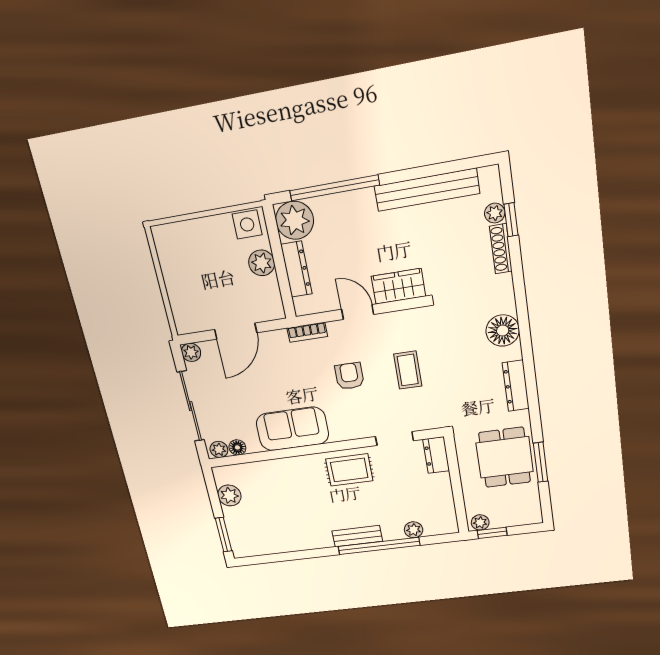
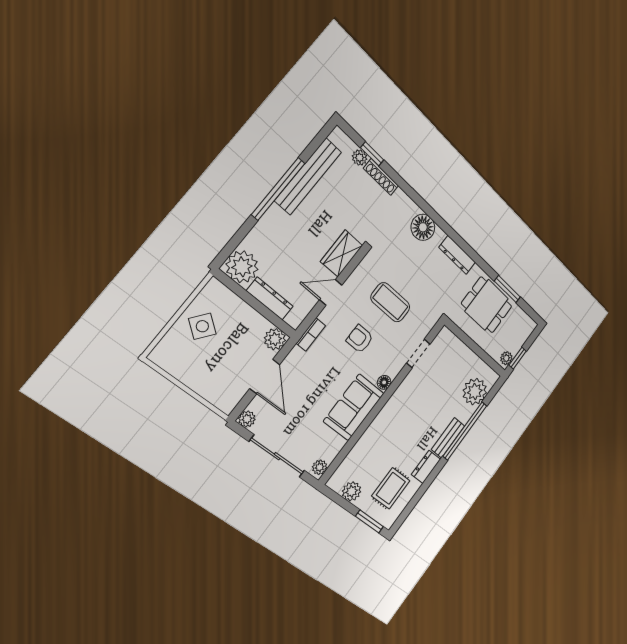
window: (334, 188) -> (278, 189), moved
side table: (247, 224) -> (202, 326), moved, turned 37
plant: (262, 263) -> (275, 339), moved
coffee table: (408, 370) -> (390, 302), width x1.36, depth x1.30
floor lamp: (237, 447) -> (384, 382), moved
dresser: (436, 455) -> (426, 467), moved, turned 90
rug: (349, 470) -> (391, 488), moved
plant: (414, 530) -> (475, 392), width x1.87, depth x1.87

